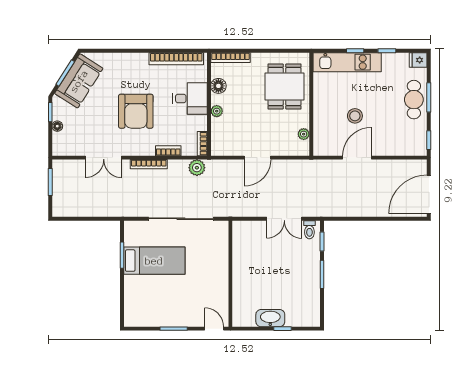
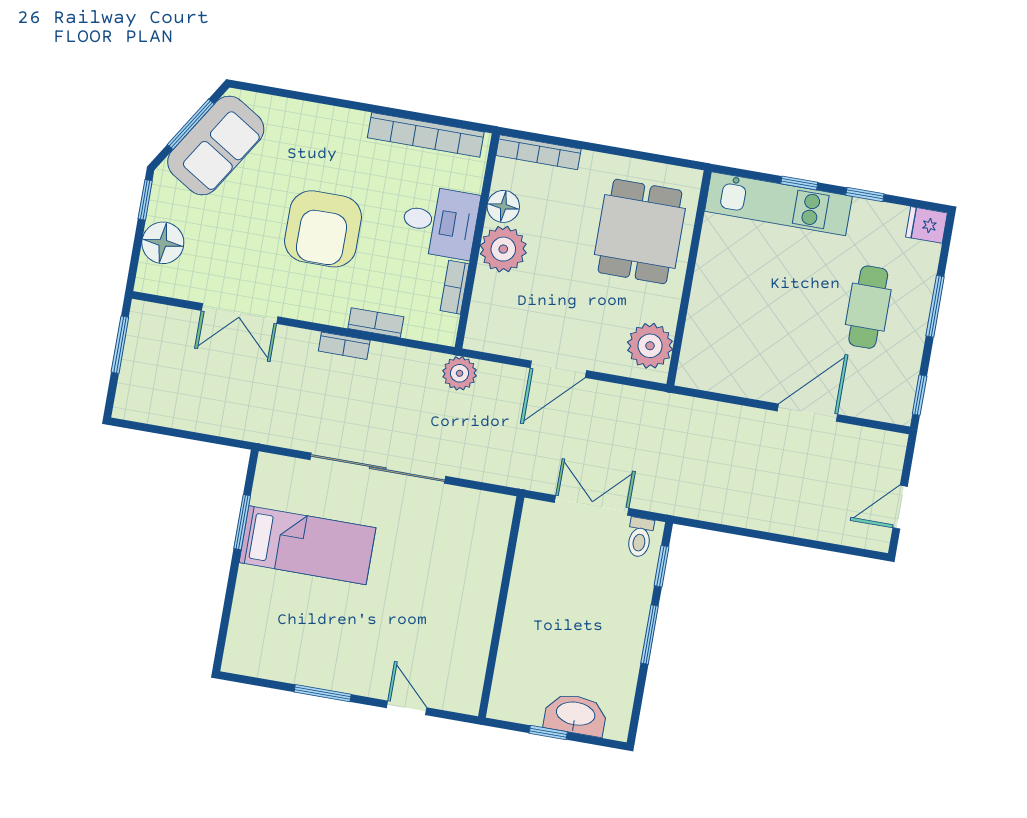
cafe table: (414, 100) -> (868, 307), moved
plant: (217, 111) -> (503, 249), width x1.87, depth x1.87
stool: (355, 116) -> (775, 318), removed
floor lamp: (57, 126) -> (163, 243), width x1.89, depth x1.89
plant: (304, 134) -> (650, 346), width x1.87, depth x1.87
bookcase: (202, 144) -> (455, 287), moved
door: (357, 158) -> (807, 413), moved
bookcase: (149, 164) -> (344, 346), width x0.64
plant: (197, 168) -> (460, 373), moved
door: (429, 194) -> (900, 507), width x0.53
double door: (284, 219) -> (592, 505), swing flipped
wall: (230, 274) -> (501, 607), moved
washbasin: (270, 318) -> (575, 715), moved

